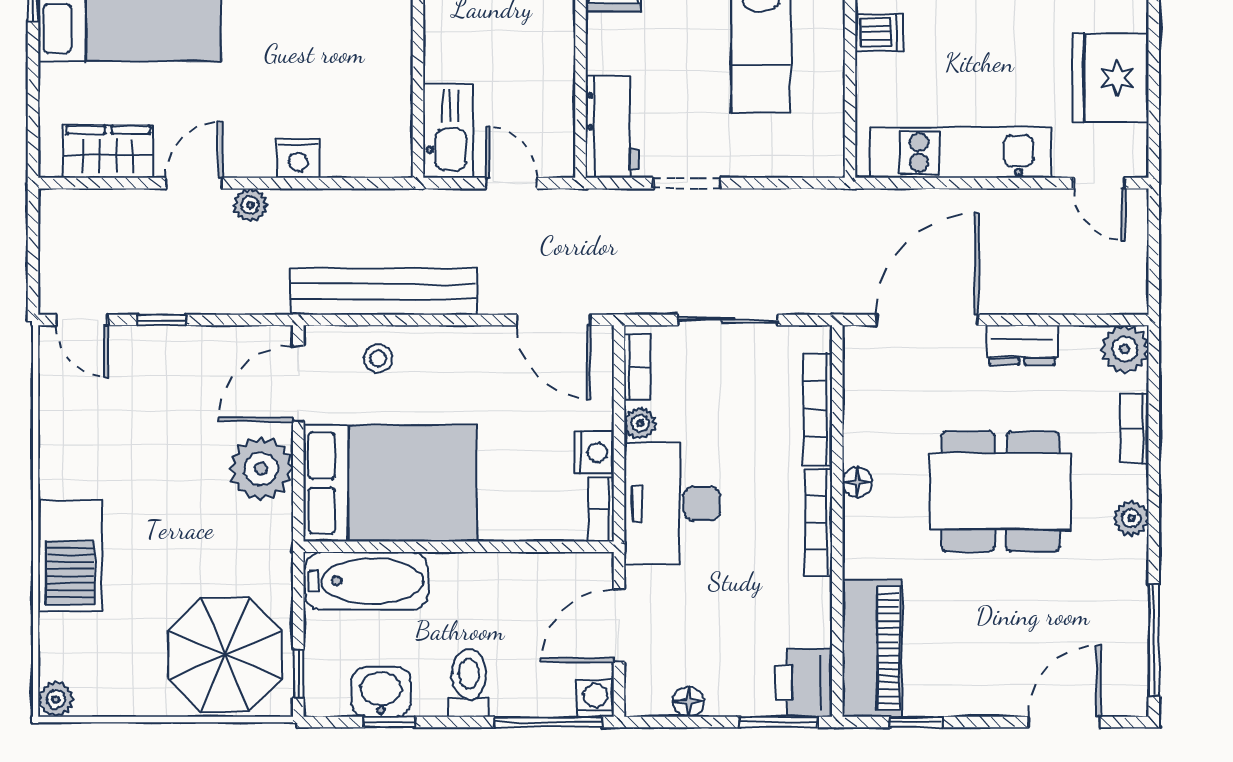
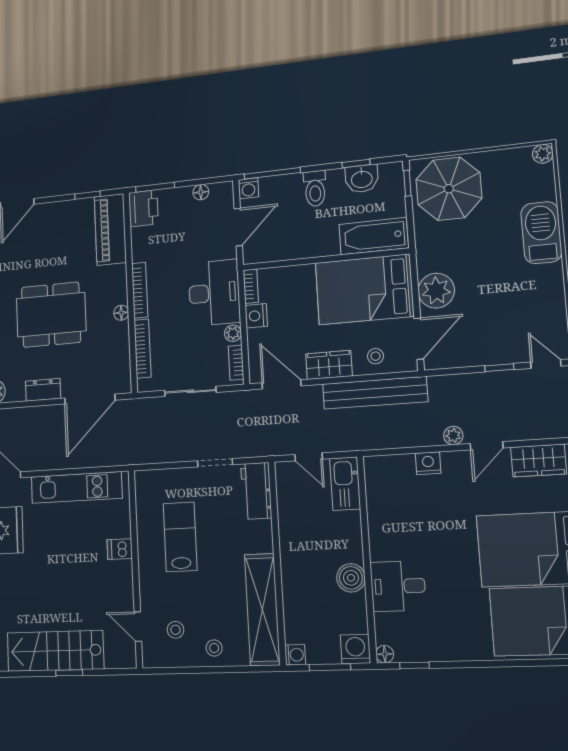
wardrobe: (464, 349) -> (329, 365), added

